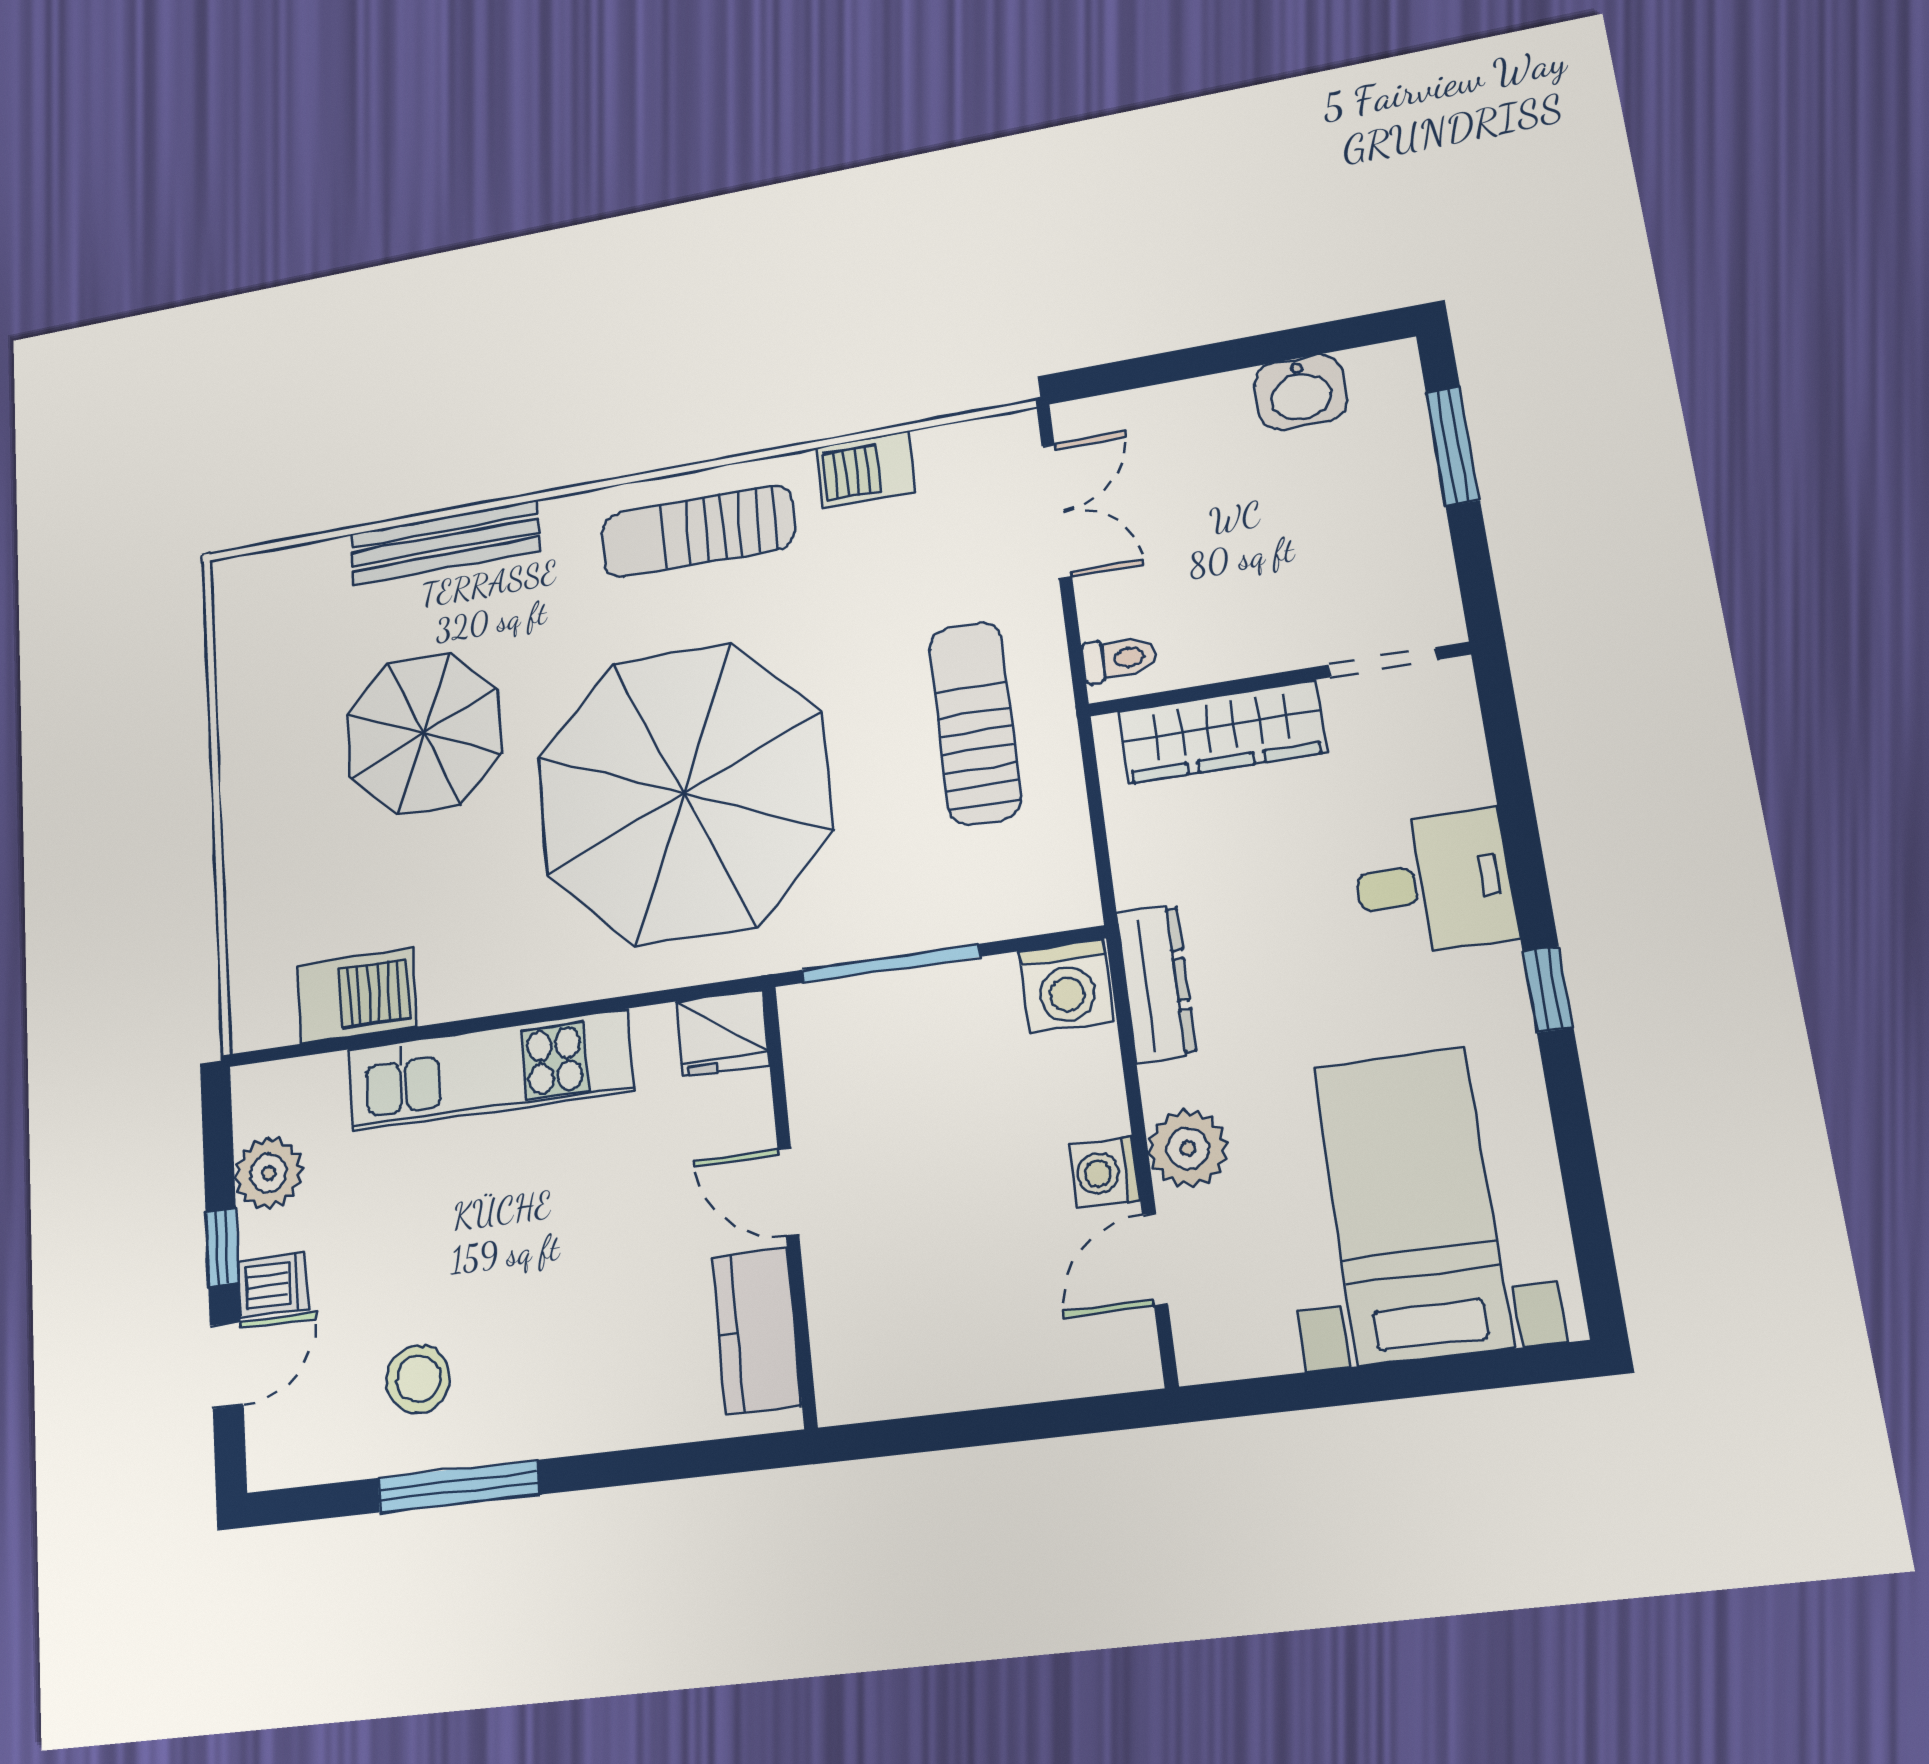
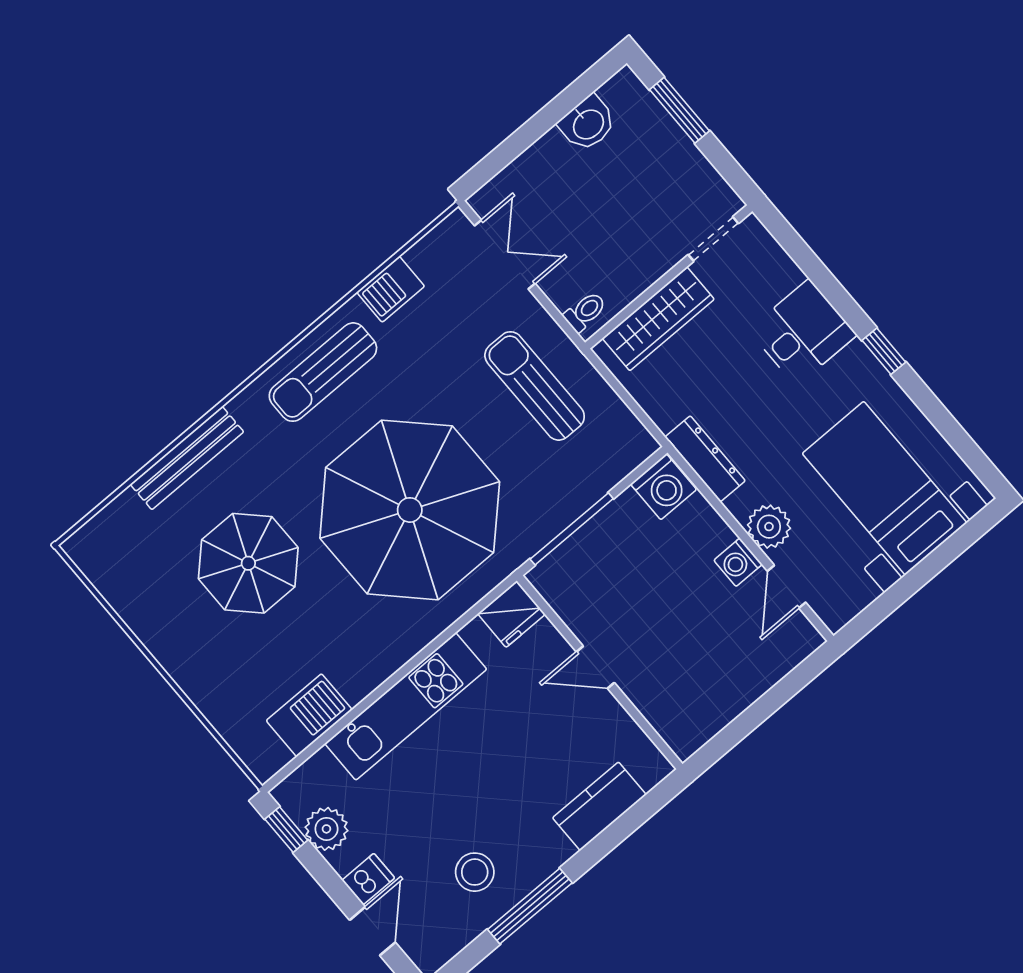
window: (222, 1247) -> (286, 830), moved
kitchen counter: (757, 1331) -> (599, 806), moved, turned 90

